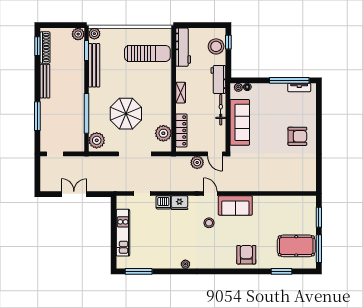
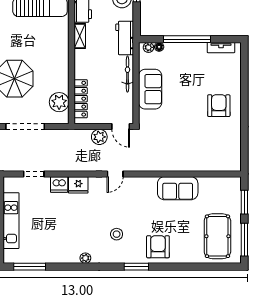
window: (289, 80) -> (187, 39), moved
shelving: (181, 93) -> (80, 36), moved
sofa: (240, 122) -> (150, 89), width x0.73
armchair: (297, 136) -> (219, 106), turned -90
door: (210, 194) -> (115, 174), swing flipped
sofa: (235, 206) -> (178, 188), moved
stool: (209, 223) -> (117, 234), moved
pool table: (296, 246) -> (217, 236), turned 90
window: (281, 271) -> (136, 267), moved

